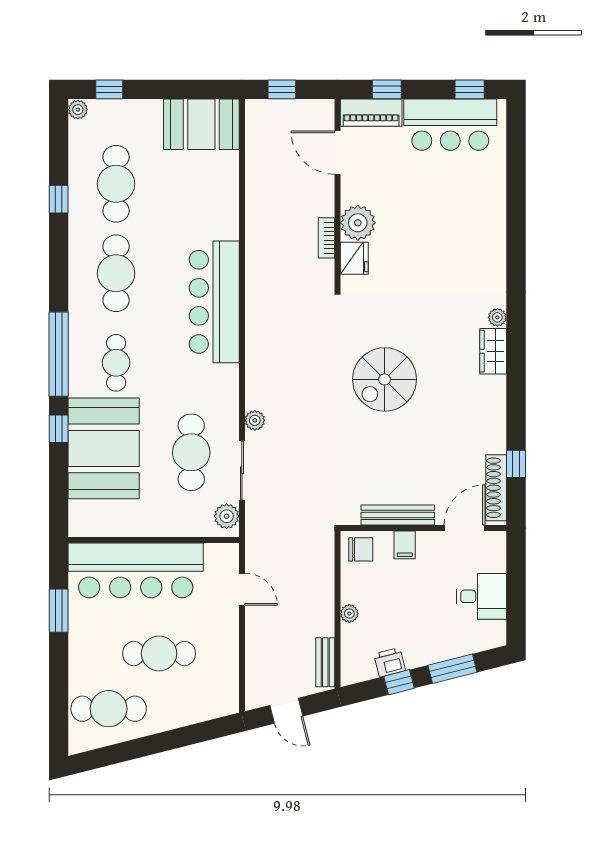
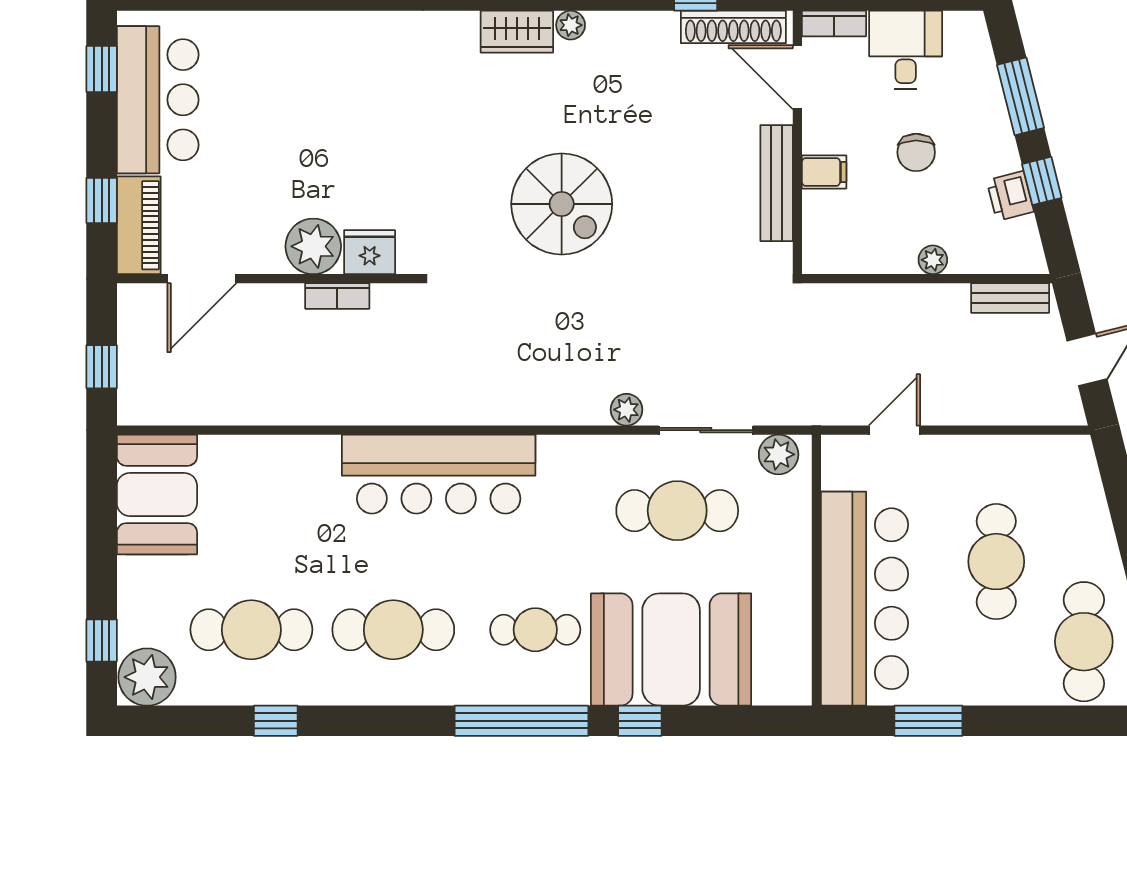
plant: (78, 110) -> (147, 677), width x1.87, depth x1.87
plant: (497, 317) -> (571, 25), moved
chair: (361, 549) -> (916, 152), moved, turned 180
bookcase: (498, 551) -> (834, 24), added

